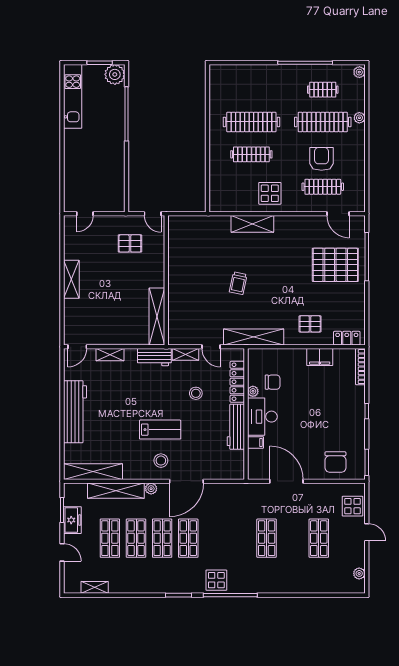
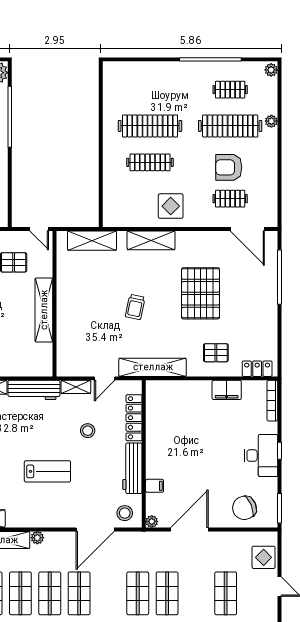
armchair: (322, 159) -> (229, 167), turned -90
clothes rail: (323, 187) -> (230, 199), width x0.73
door: (338, 214) -> (247, 229), width x1.36
shelving: (200, 224) -> (92, 241), added
pallet: (335, 265) -> (201, 293), moved, turned 90
shelving: (157, 316) -> (44, 310), moved
door: (211, 347) -> (105, 378), hinge flipped
workbench: (154, 357) -> (34, 390), width x1.38
chair: (273, 382) -> (174, 418), removed
plant: (253, 391) -> (152, 521), moved
desk: (262, 417) -> (261, 456), moved, turned 180
stool: (161, 461) -> (125, 513), moved
chair: (335, 462) -> (244, 508), turned 67
door: (186, 481) -> (95, 529), moved
door: (286, 481) -> (189, 529), hinge flipped
shop shelf: (240, 538) -> (138, 593), added

